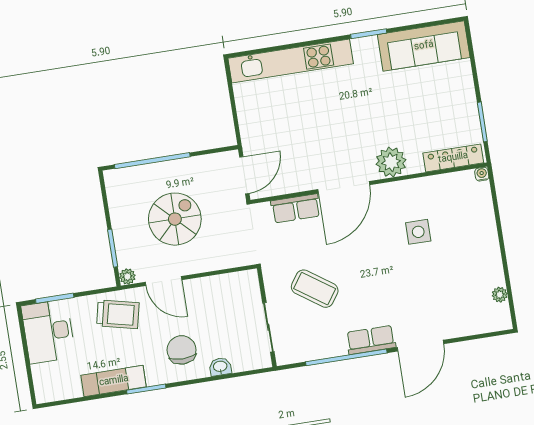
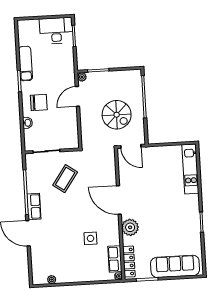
sofa: (424, 46) -> (175, 266), moved, turned 90
kitchen unit: (291, 61) -> (190, 169), width x0.73
row of seats: (296, 208) -> (115, 259), moved
spiral stairs: (175, 219) -> (117, 115), moved
trolley: (118, 314) -> (62, 70), removed

